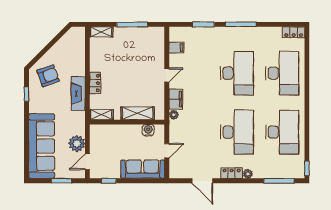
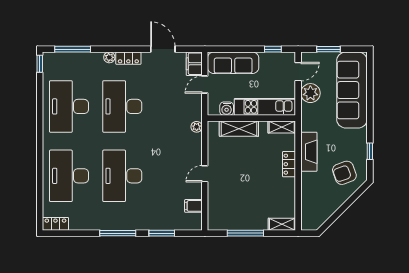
filing cabinet: (176, 99) -> (194, 64), moved
kitchen unit: (116, 132) -> (265, 107), added

